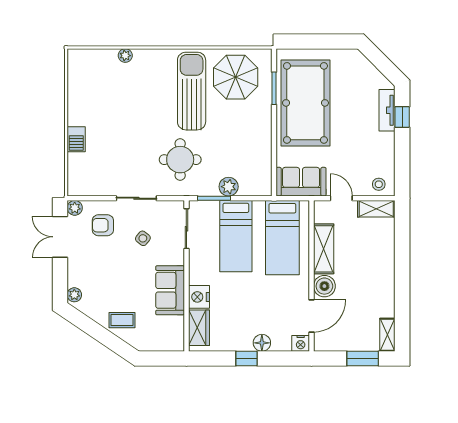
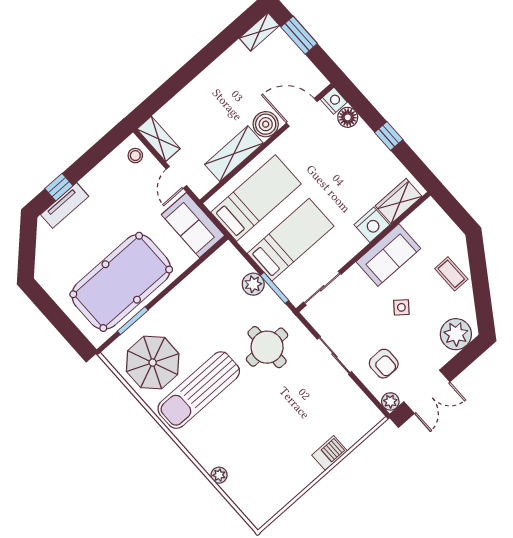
side table: (143, 238) -> (401, 307), moved
plant: (74, 295) -> (456, 334), width x1.87, depth x1.87
floor lamp: (262, 343) -> (348, 117), moved

